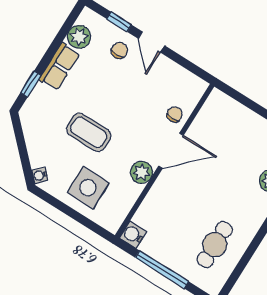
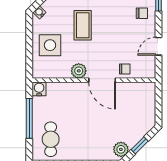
door: (151, 42) -> (158, 46), moved
cafe table: (215, 245) -> (51, 139), moved, turned 90

